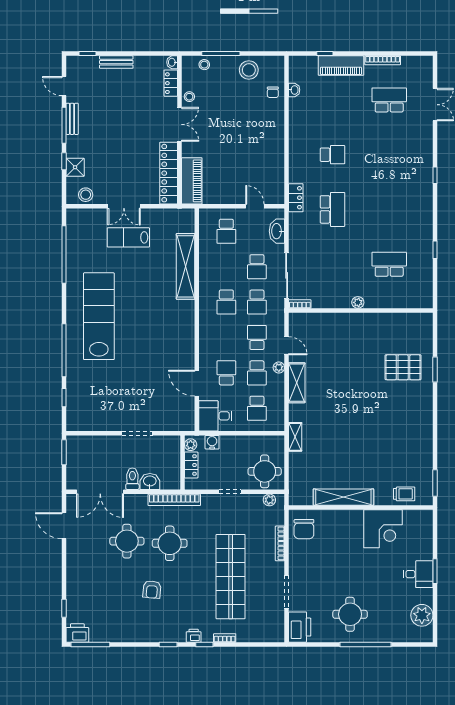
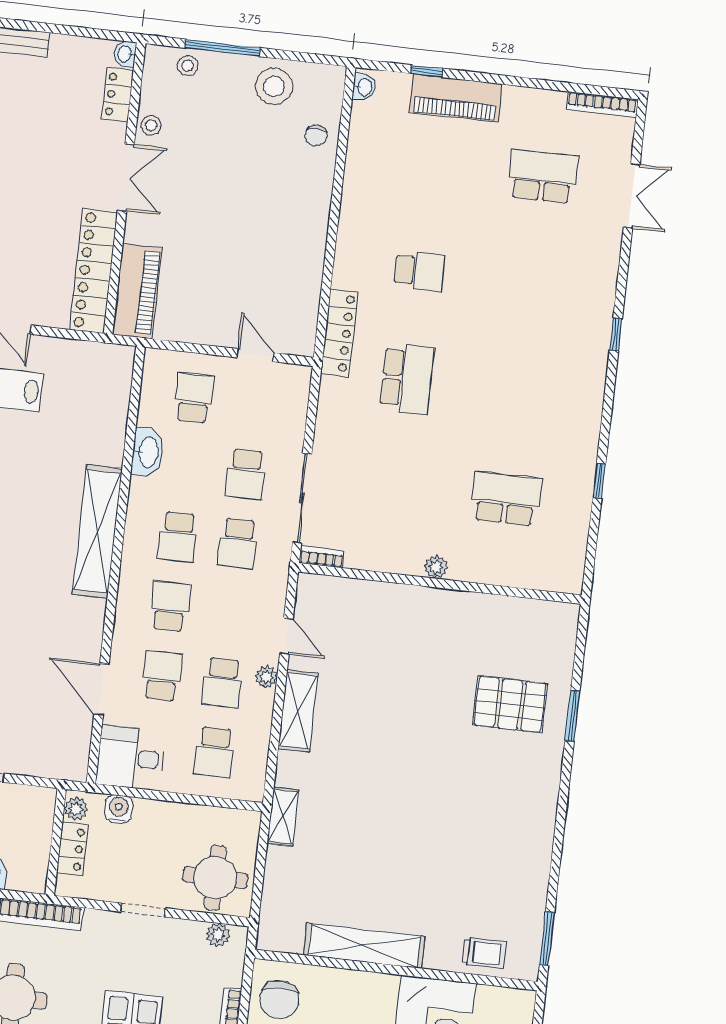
bookcase: (383, 60) -> (602, 104), moved
washbasin: (294, 90) -> (364, 87), moved
locker: (296, 198) -> (339, 333), width x1.53
school desk: (226, 231) -> (194, 398), turned 180
washbasin: (277, 231) -> (148, 452), moved, turned 180
shelving: (186, 266) -> (97, 531), moved
school desk: (257, 337) -> (170, 606), moved

